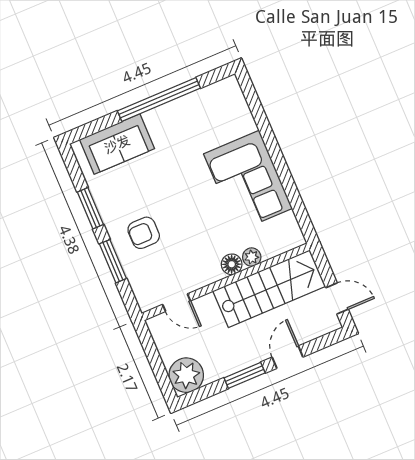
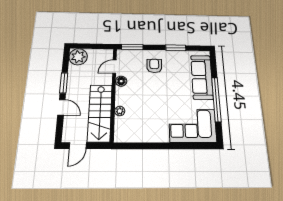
sofa: (117, 144) -> (202, 77), width x1.36
corner sofa: (248, 181) -> (192, 126), moved
window: (113, 261) -> (132, 47), moved
floor lamp: (232, 264) -> (121, 81), moved

